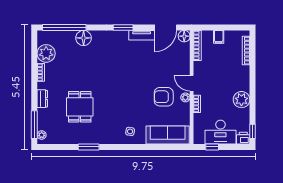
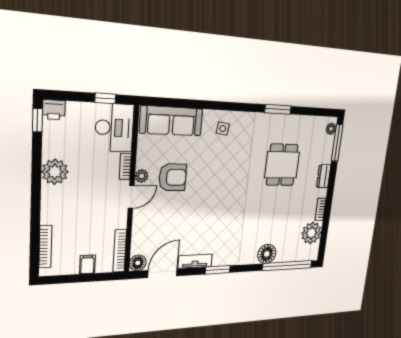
door: (192, 83) -> (131, 197), hinge flipped
desk: (220, 132) -> (114, 128), moved, turned 90

